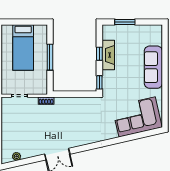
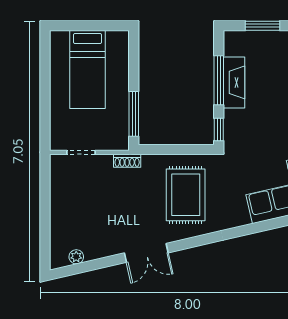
window: (99, 54) -> (219, 80), width x2.17
window: (50, 57) -> (134, 114), moved
rug: (80, 120) -> (186, 195), added

